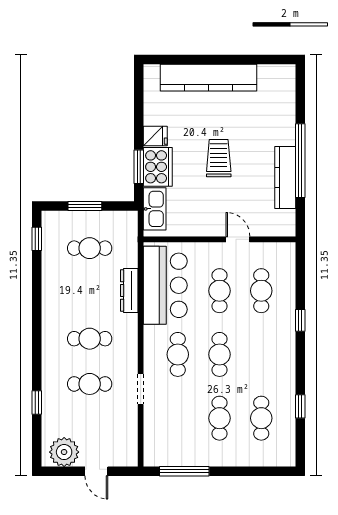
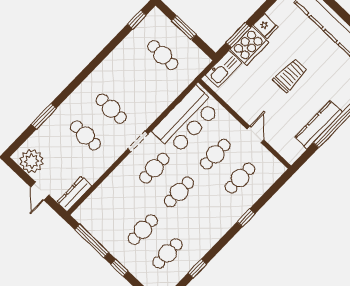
dresser: (129, 290) -> (74, 194), moved
doorway: (141, 389) -> (138, 142), moved
window: (37, 403) -> (44, 116), width x1.50
window: (231, 471) -> (120, 268), added

